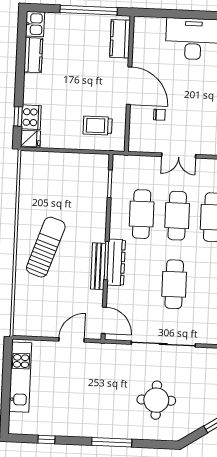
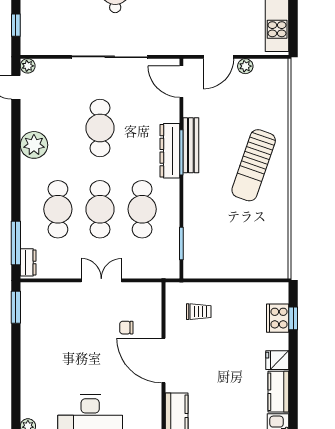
trolley: (98, 126) -> (199, 312), width x0.73, depth x0.72
fridge: (31, 139) -> (277, 360), moved
plant: (49, 331) -> (245, 66), added

